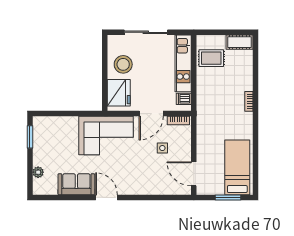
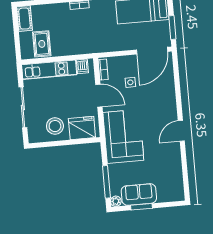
window: (59, 114) -> (106, 182), added
window: (30, 137) -> (141, 207), moved
plant: (38, 172) -> (116, 201), moved
door: (194, 174) -> (152, 51), width x1.36
sofa: (76, 184) -> (139, 194), moved, turned 90
window: (228, 197) -> (172, 28), moved

